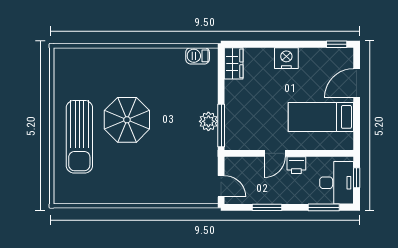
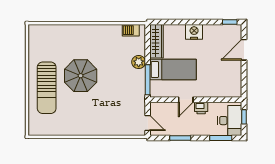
wardrobe: (234, 63) -> (157, 41), width x1.50
bed: (321, 117) -> (173, 69), moved, turned 180
plant: (208, 121) -> (139, 62), moved

